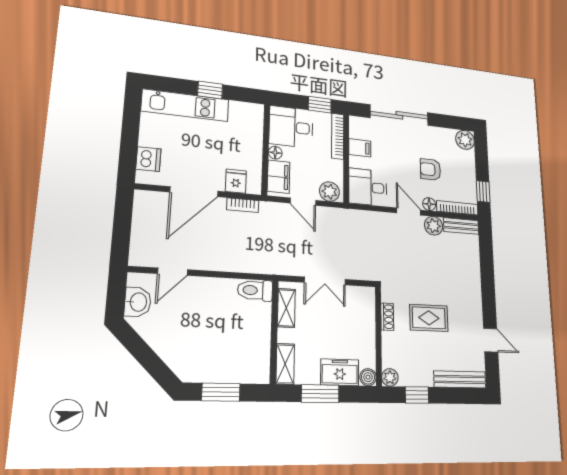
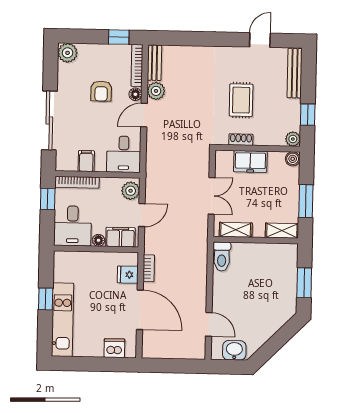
freezer: (340, 372) -> (250, 161), moved, turned -90

